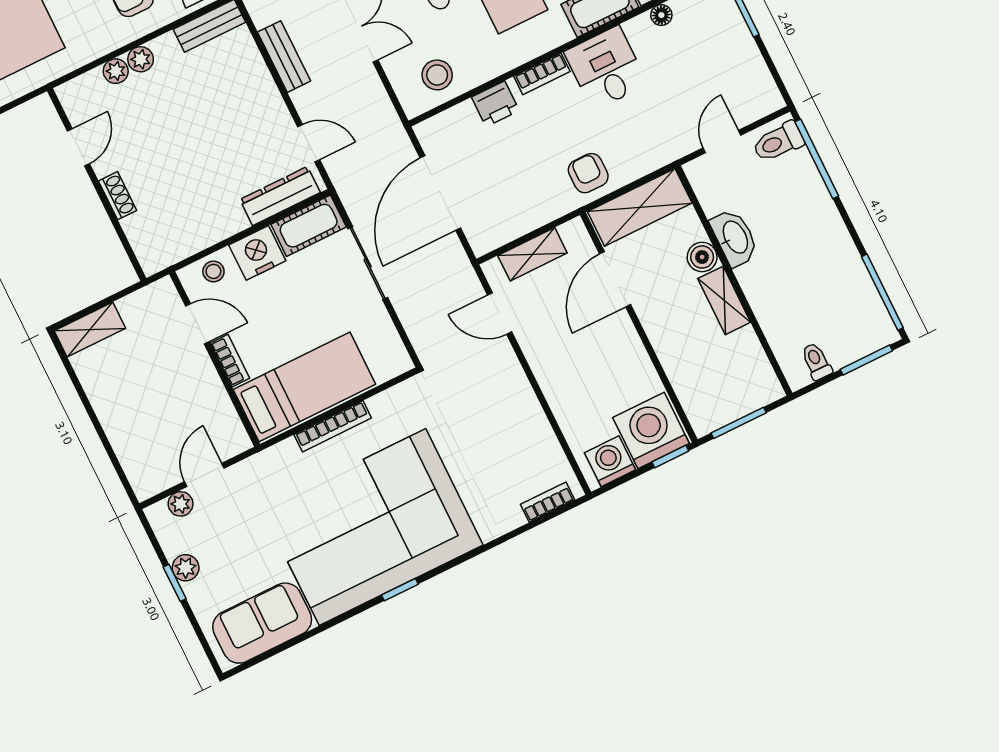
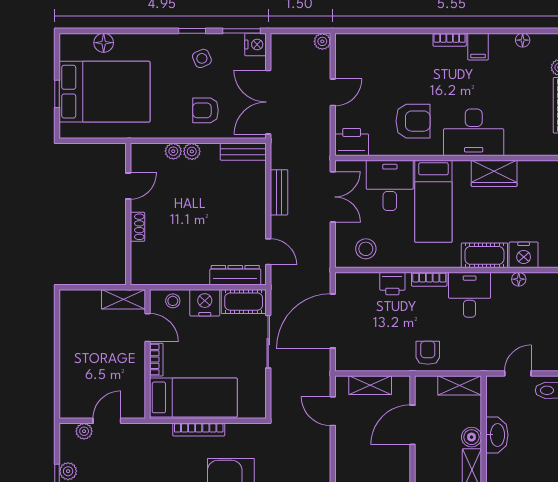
shelving: (640, 207) -> (460, 385), width x0.67, depth x0.75
shelving: (90, 329) -> (124, 299), moved

